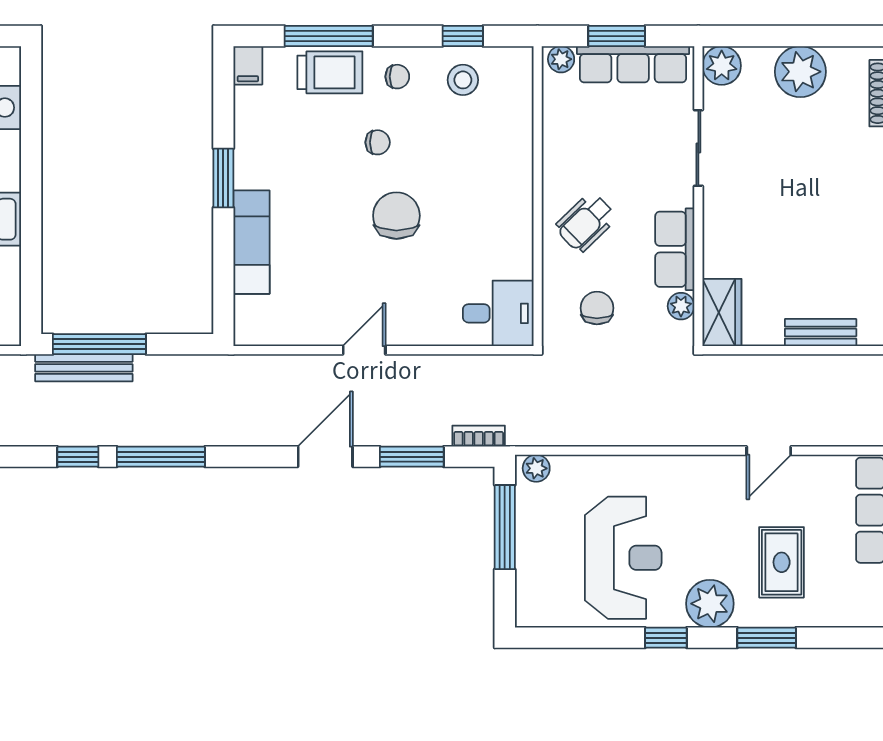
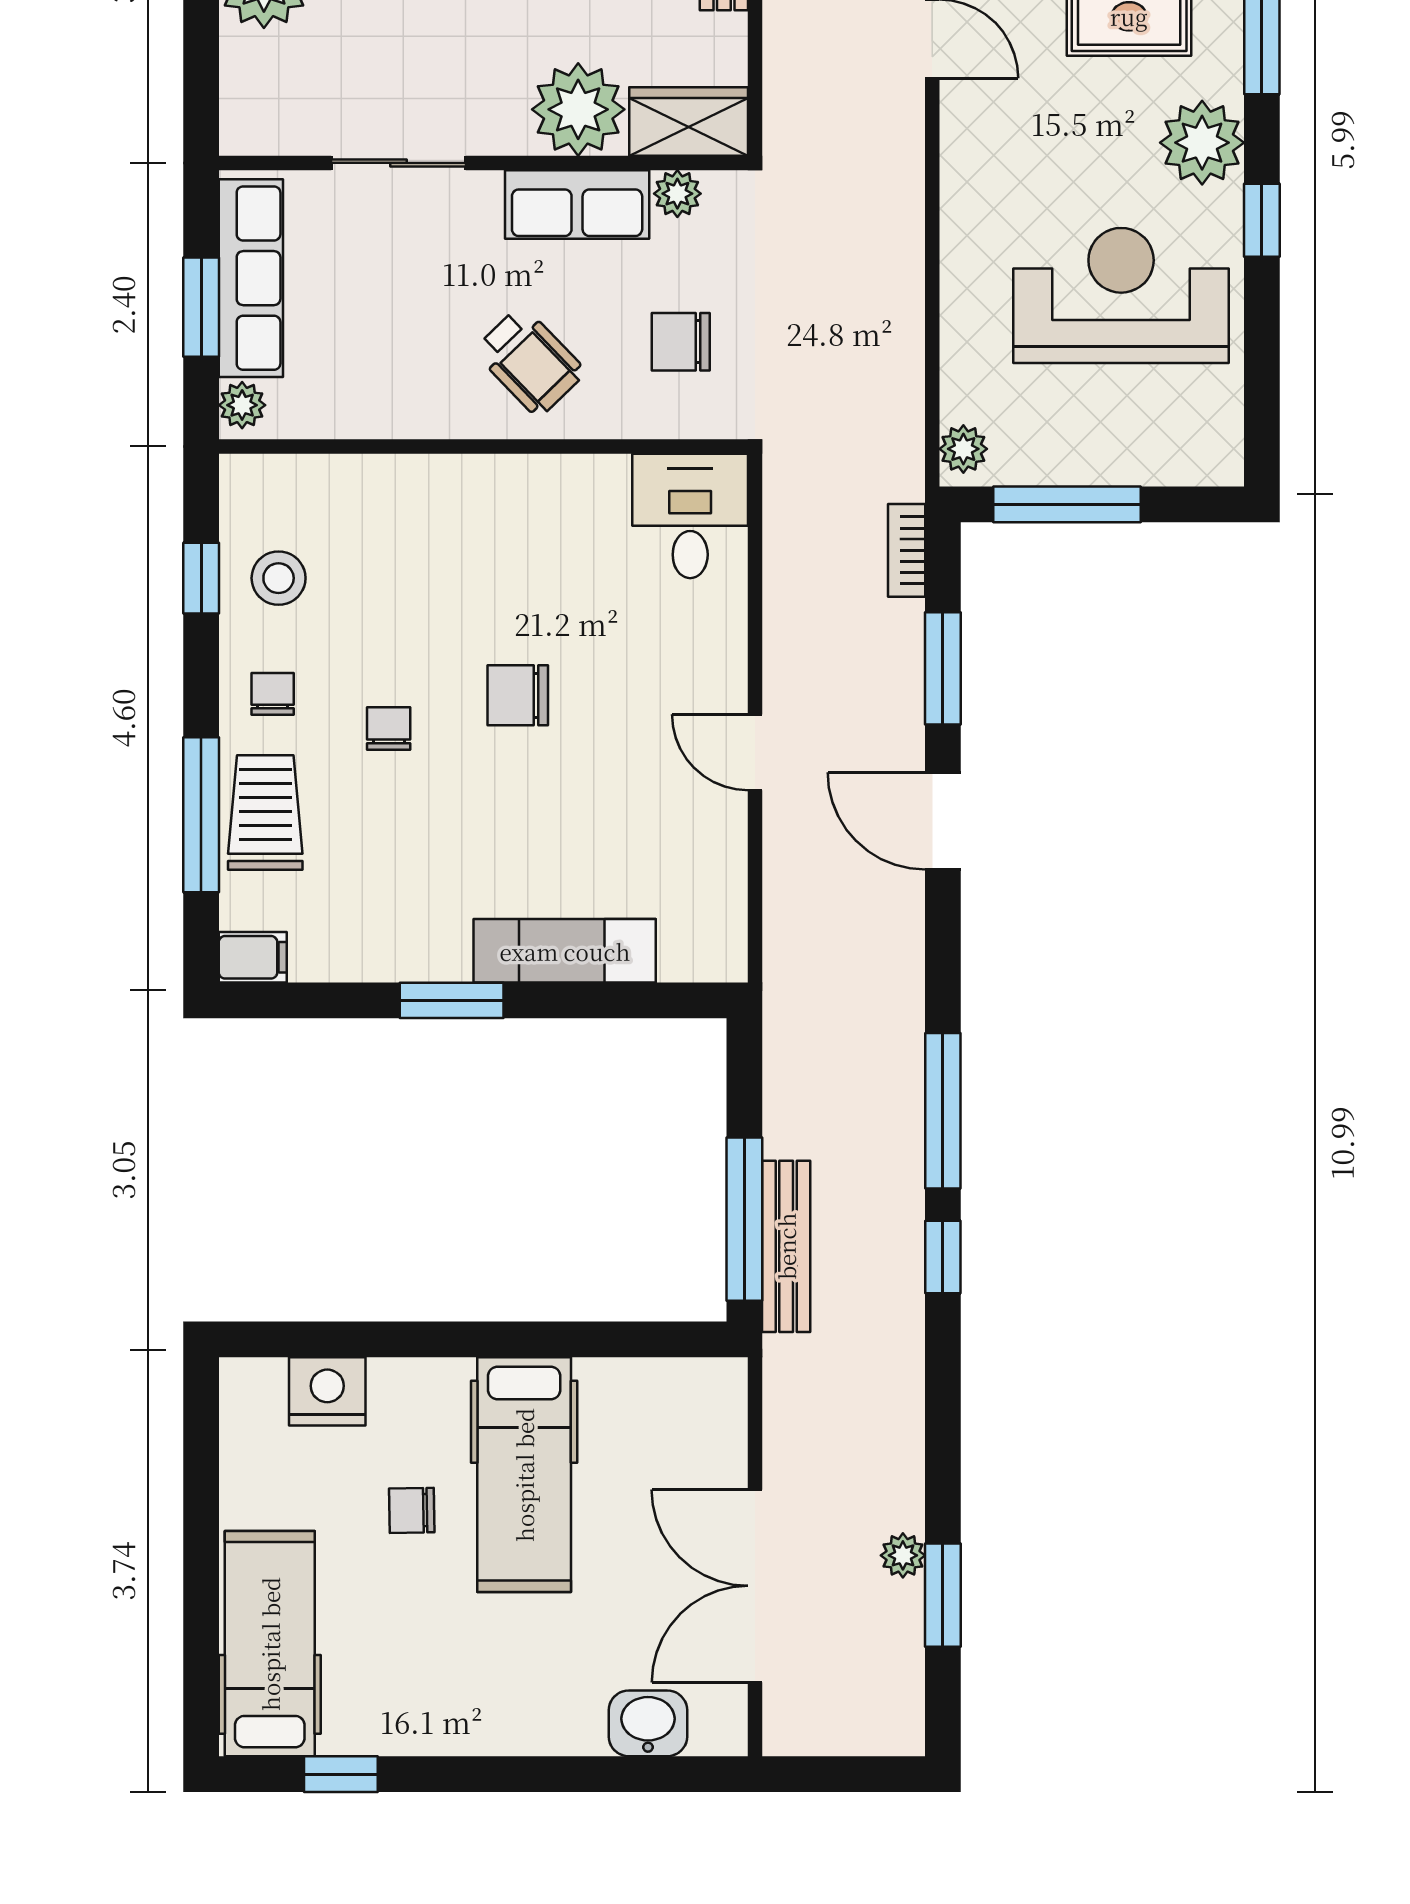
plant: (722, 66) -> (578, 109), moved, width x1.36, depth x1.36
chair: (396, 216) -> (518, 695), width x0.73, depth x0.73

